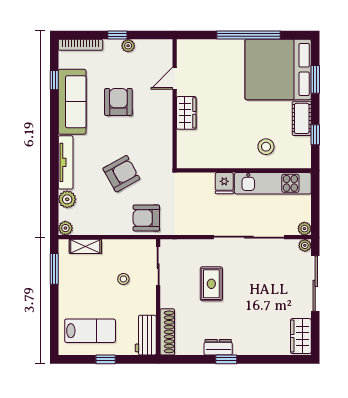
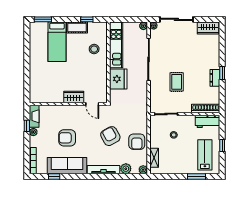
window: (117, 35) -> (27, 126), moved
window: (248, 35) -> (27, 60), removed
fireplace: (154, 47) -> (34, 116), added
bed: (278, 69) -> (57, 42), width x0.49
door: (175, 78) -> (92, 104), moved
window: (315, 79) -> (43, 19), moved
fridge: (224, 183) -> (118, 79), width x1.88, depth x1.34
armchair: (146, 218) -> (137, 142), moved
window: (54, 269) -> (197, 177), moved
rug: (211, 284) -> (177, 82), turned 90

